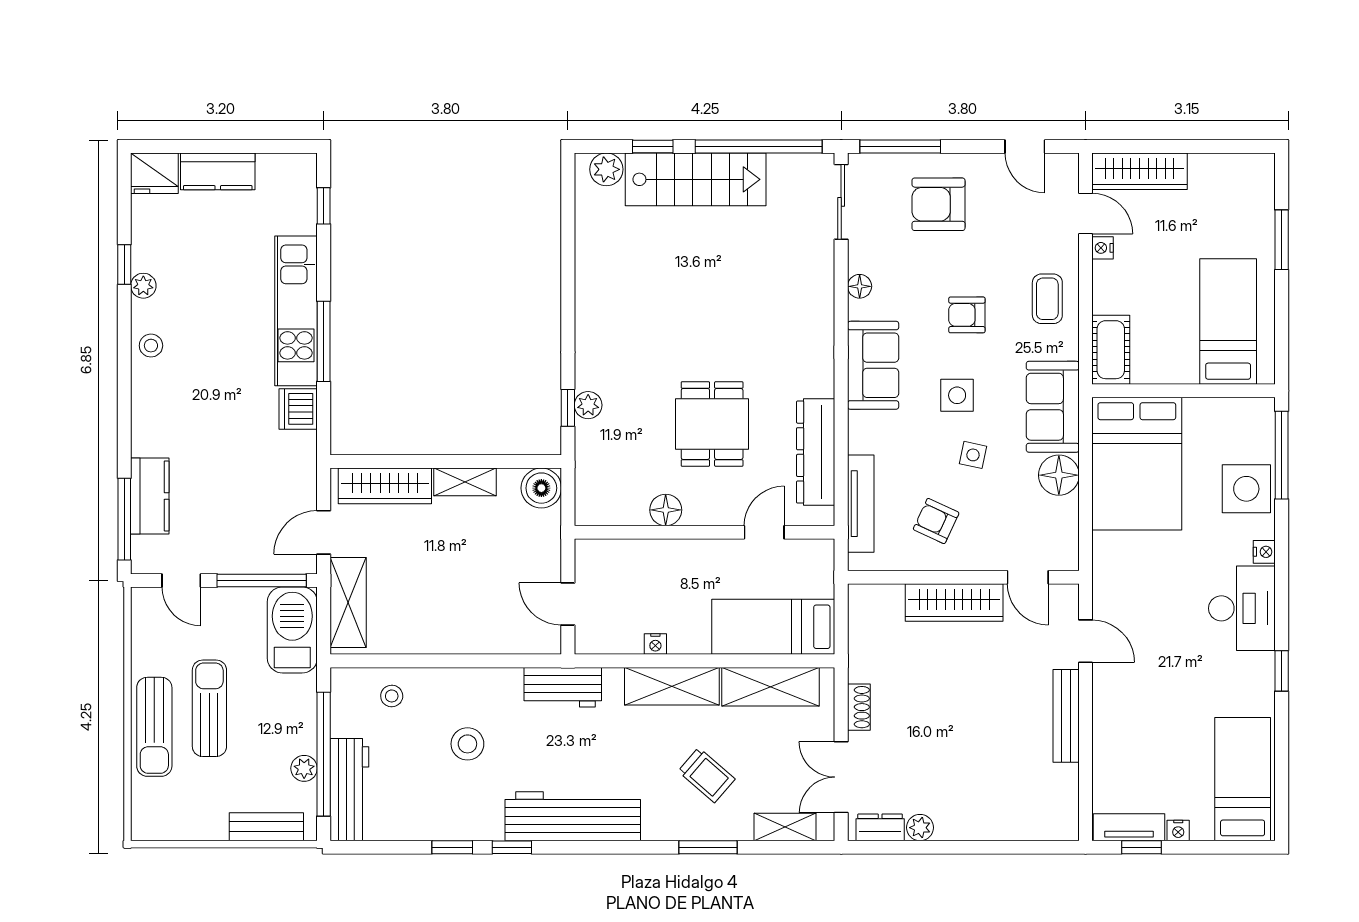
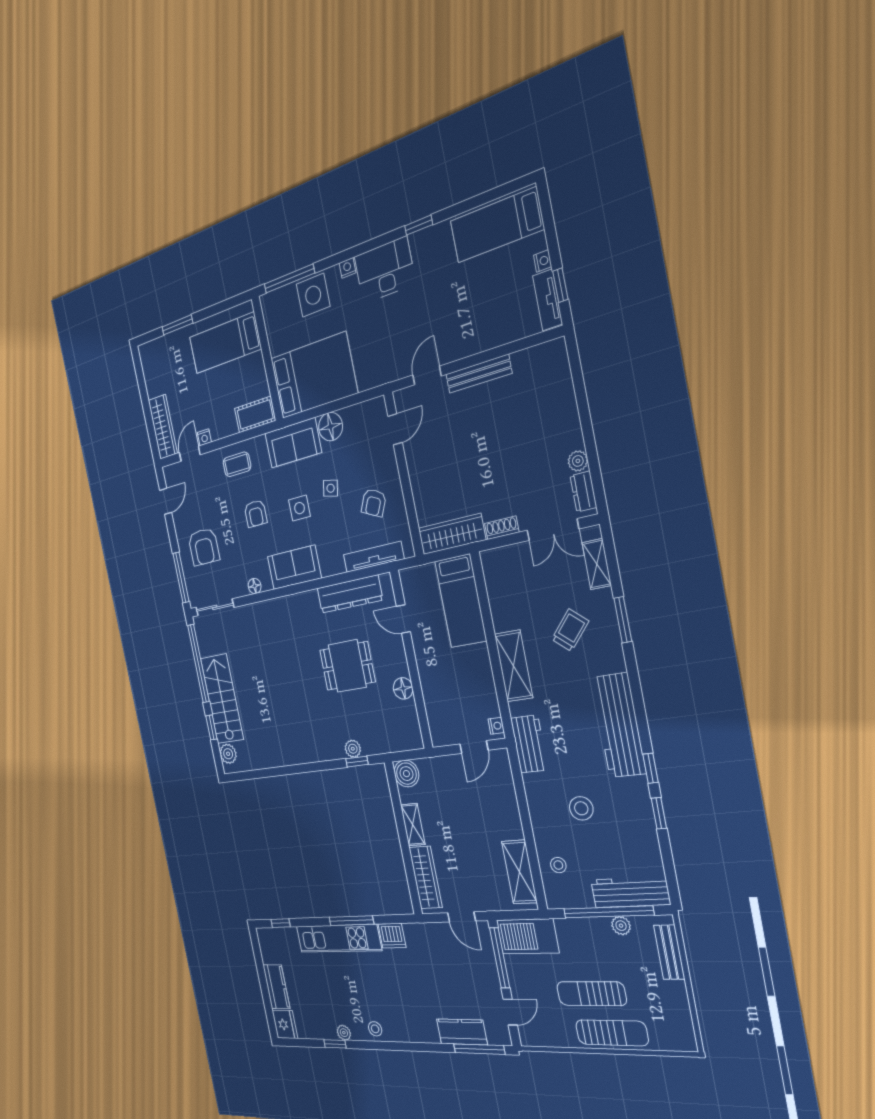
shelving: (348, 602) -> (519, 872), moved, turned 90
wardrobe: (954, 603) -> (452, 534), moved, turned -90
nightstand: (655, 644) -> (496, 726), moved
shelving: (770, 687) -> (500, 595), removed

